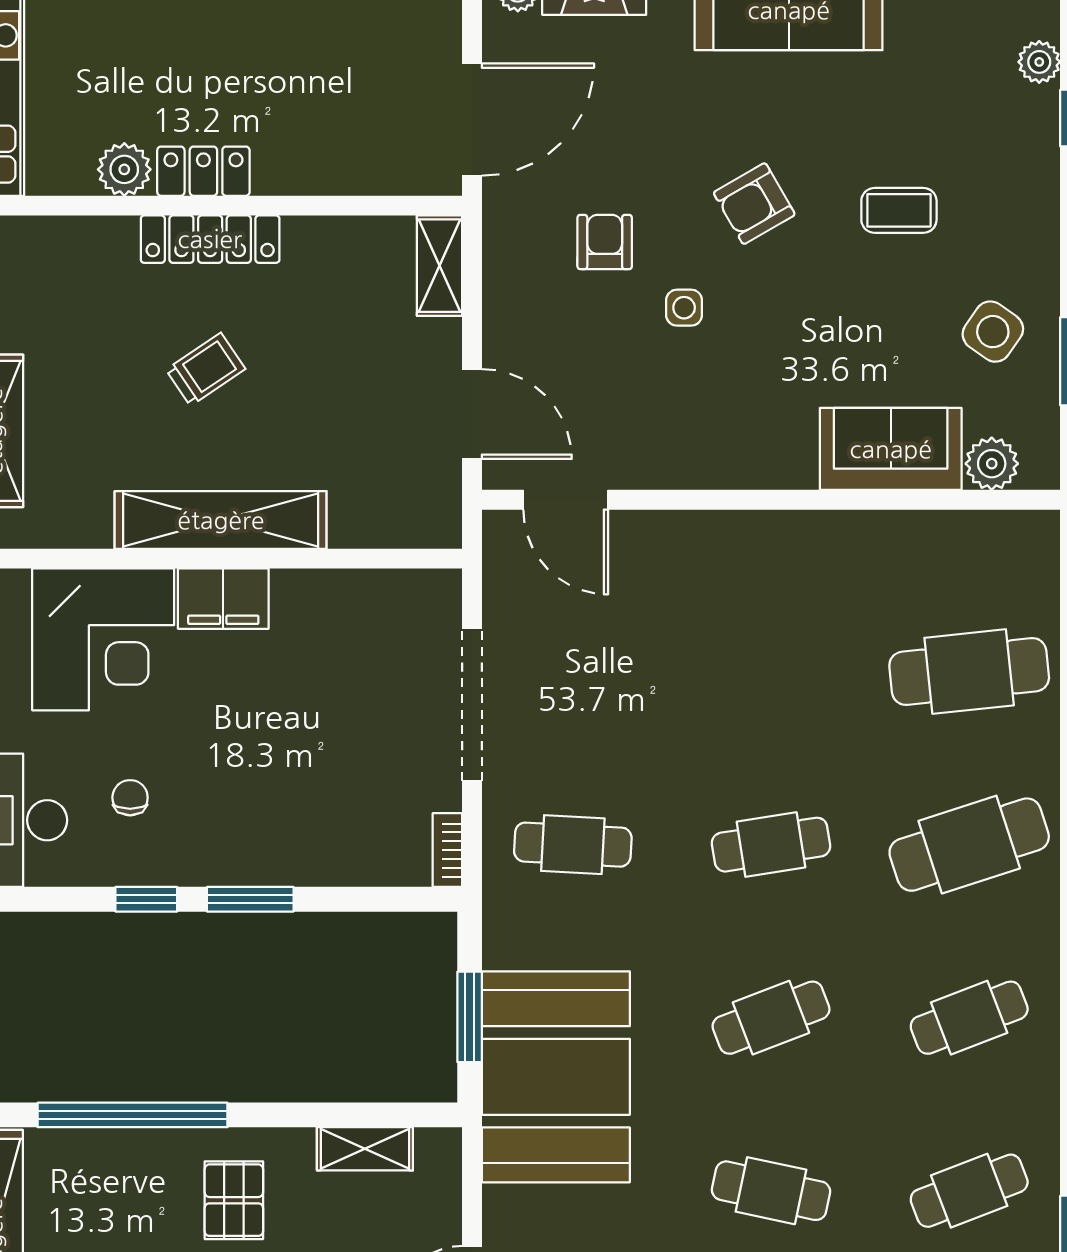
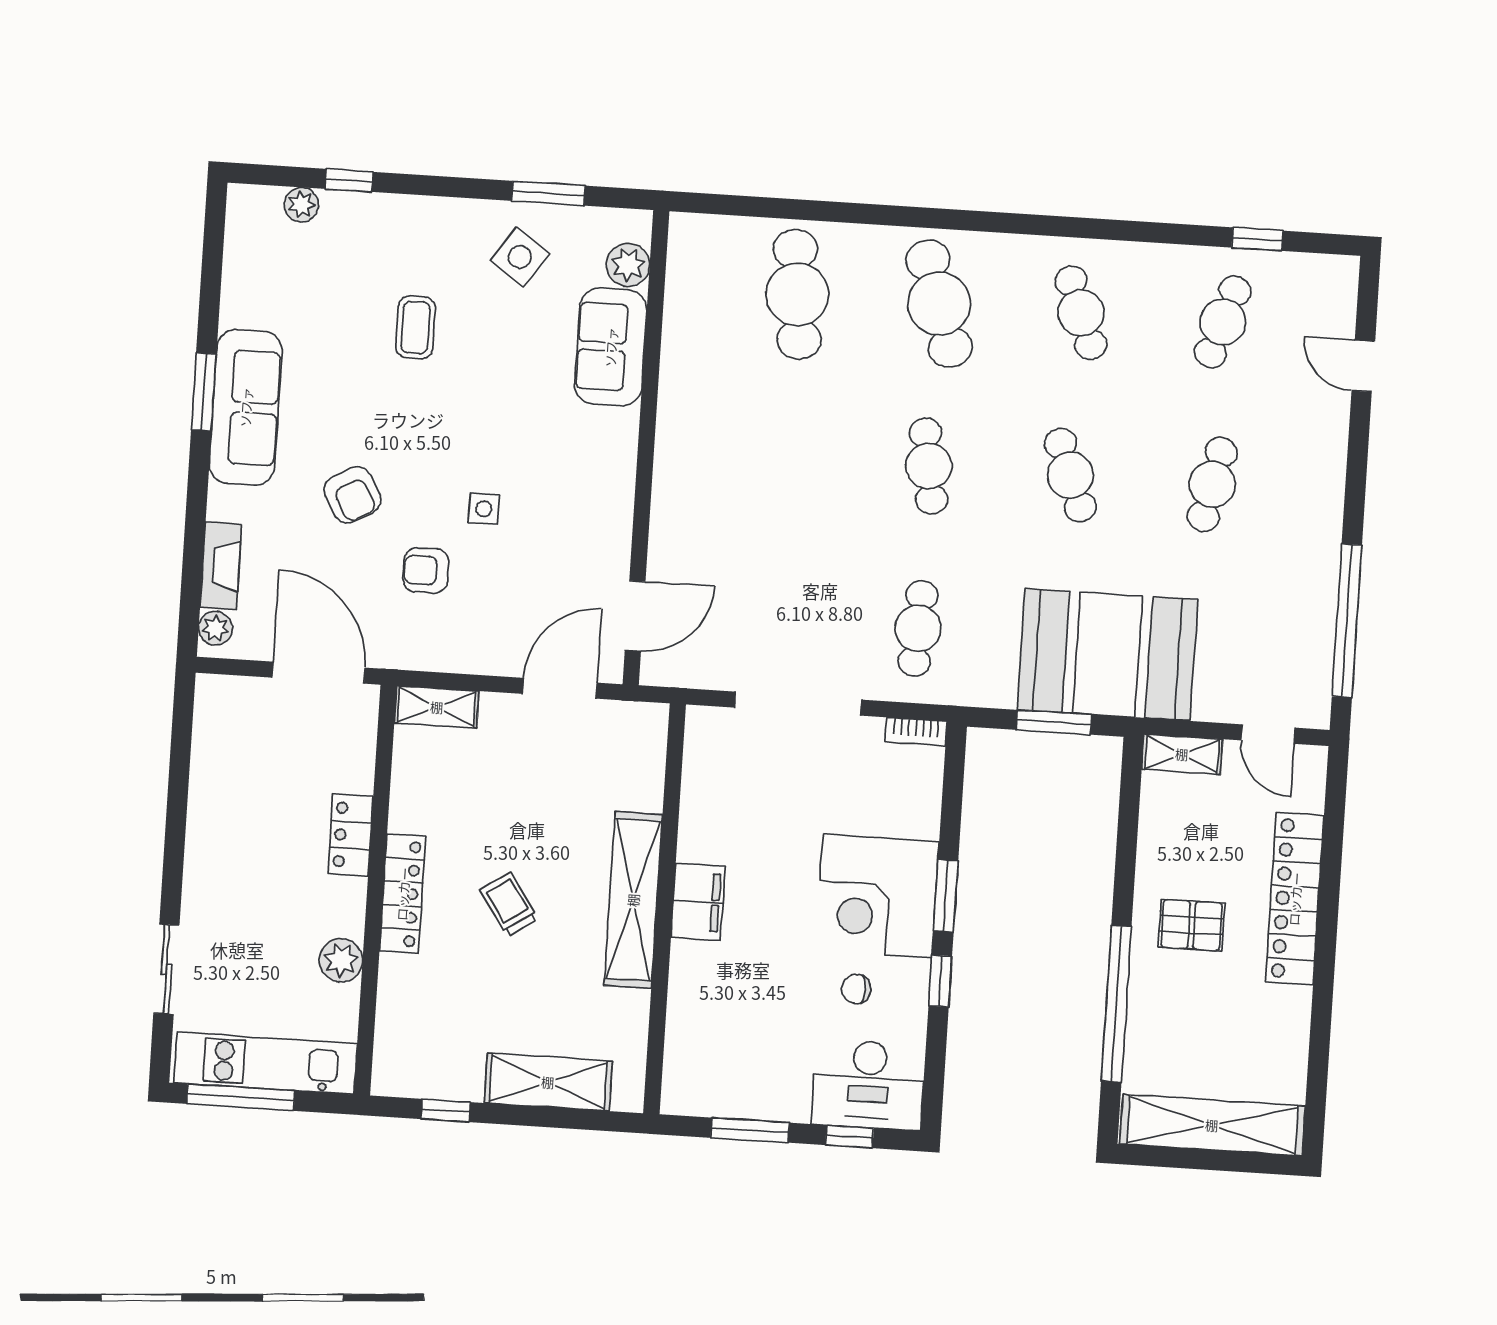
locker: (203, 171) -> (350, 835), moved
armchair: (754, 204) -> (352, 495), moved
corner desk: (103, 639) -> (877, 896), moved, turned 180
shelving: (365, 1149) -> (1182, 754), moved, turned 90
cafe table: (969, 1191) -> (1223, 322), turned 39

